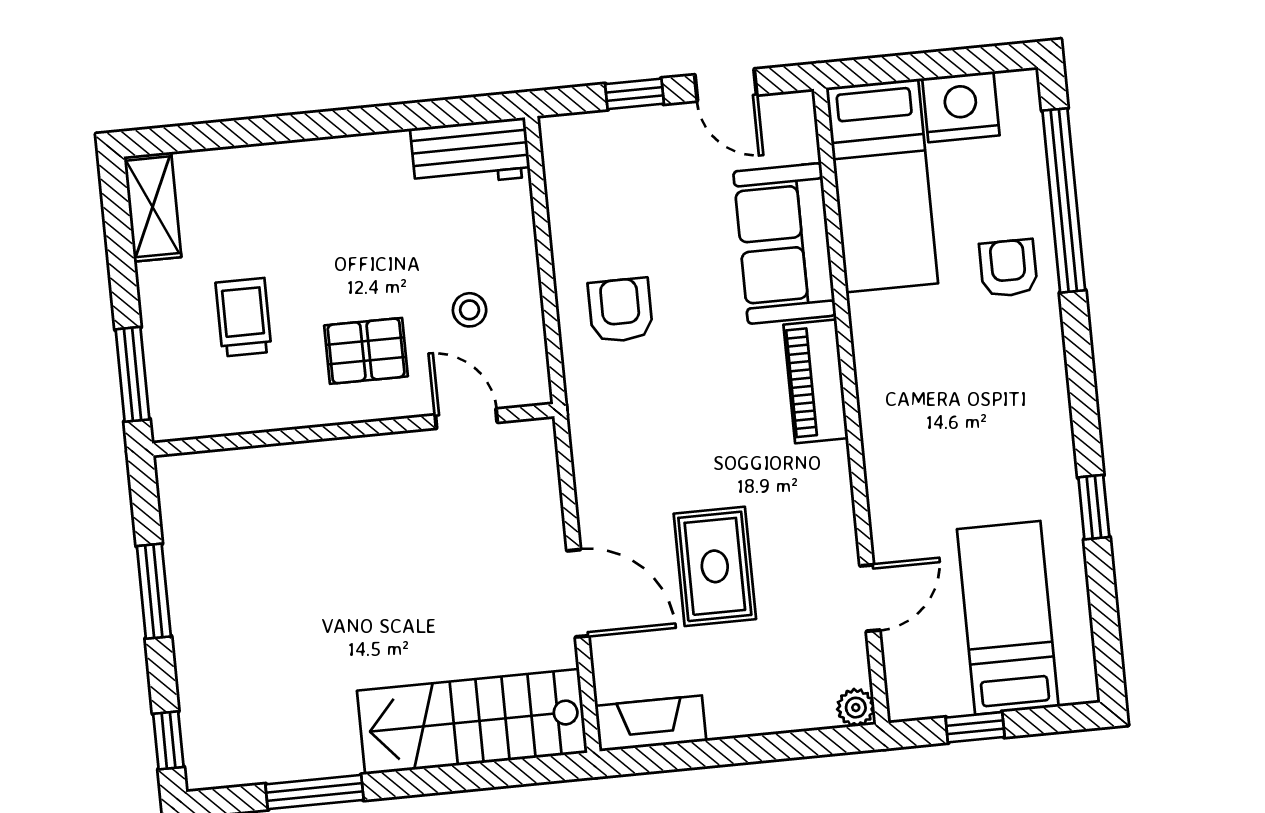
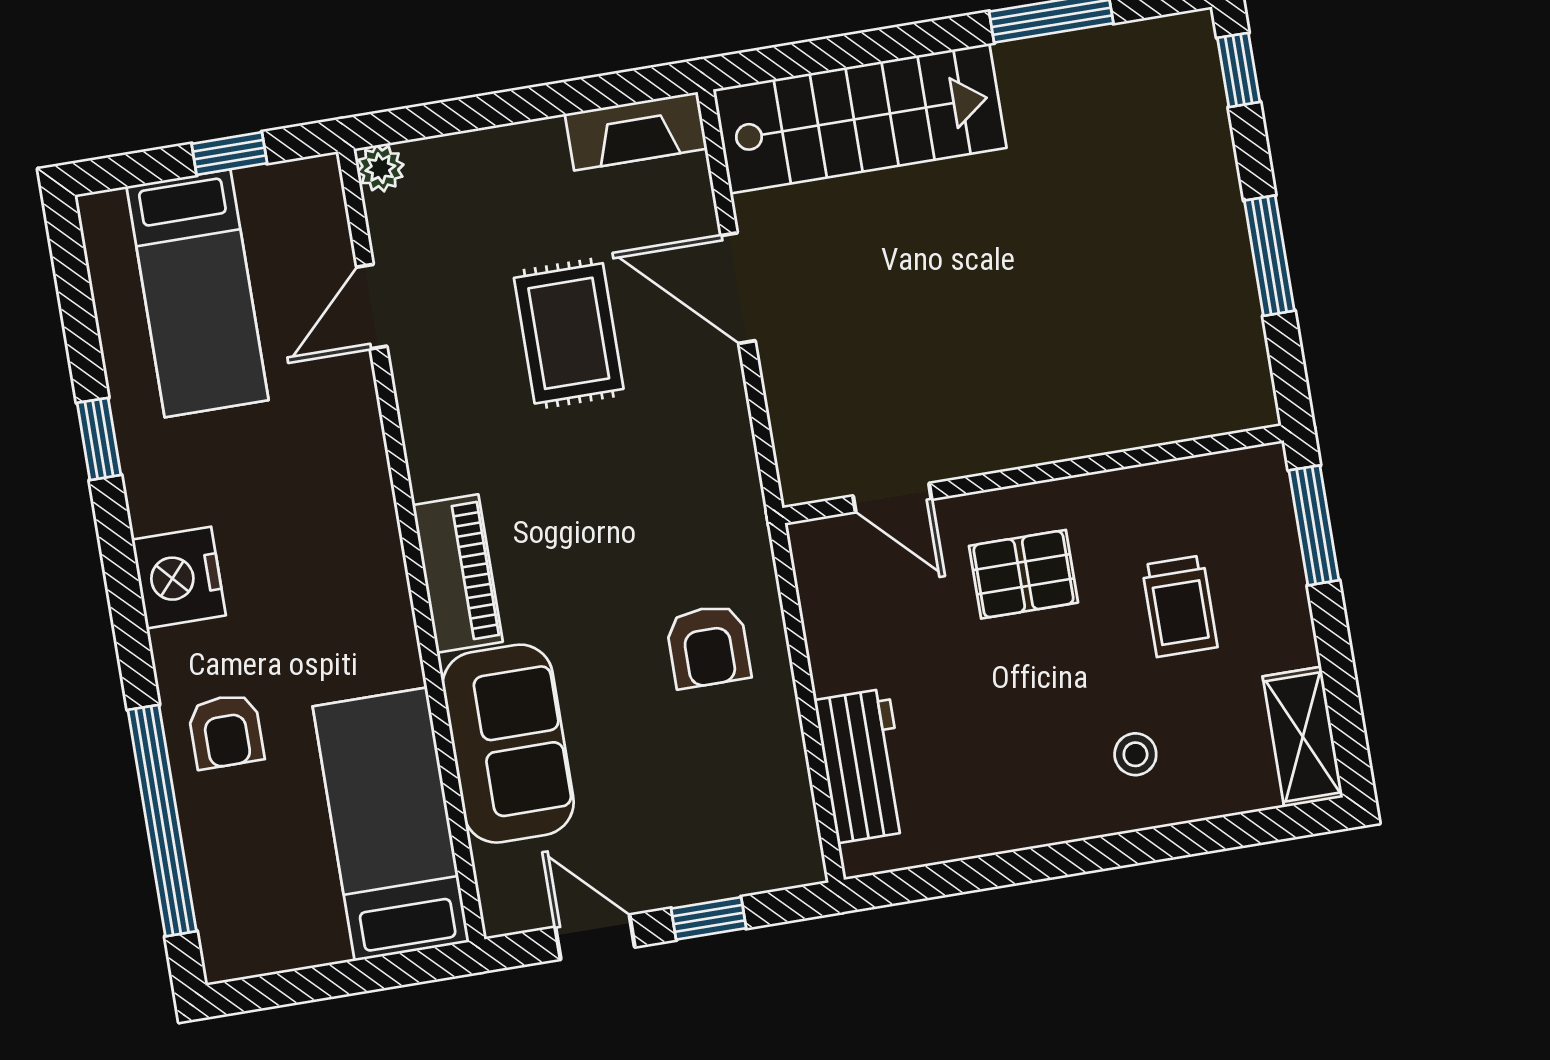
nightstand: (961, 107) -> (179, 578), moved, turned 90
workbench: (470, 153) -> (863, 766), moved, turned 90
stool: (470, 310) -> (1135, 754), moved

